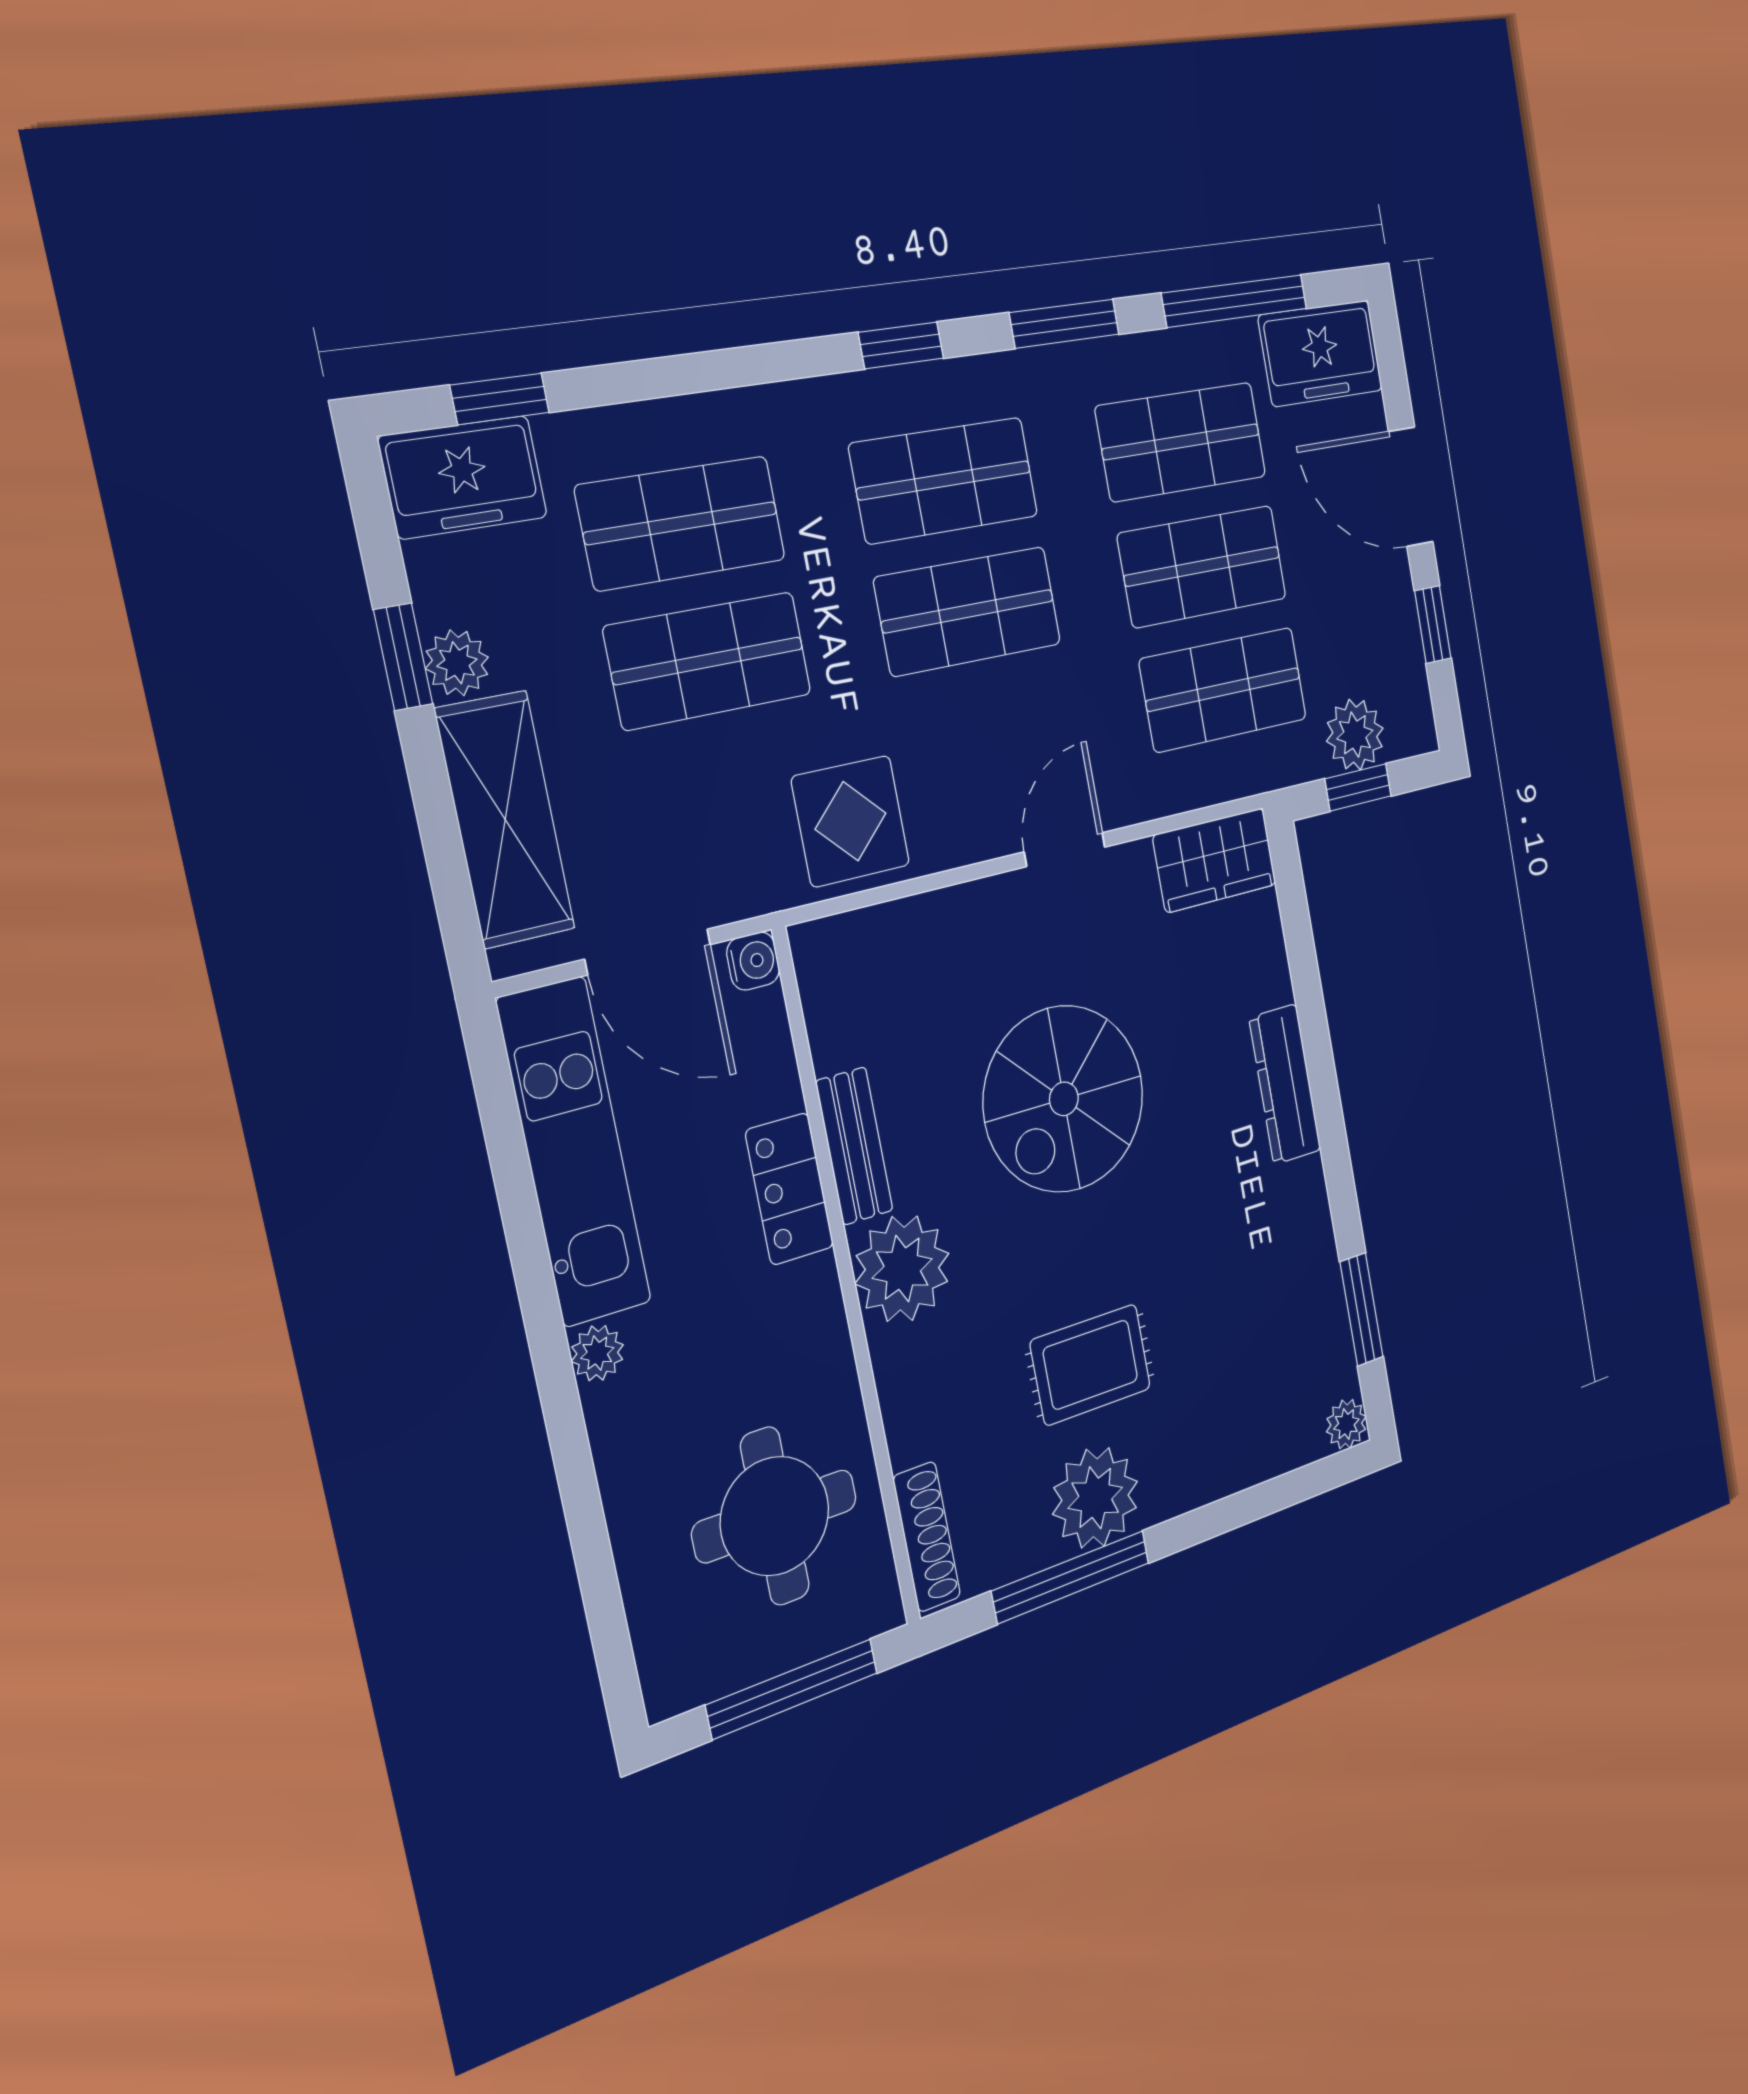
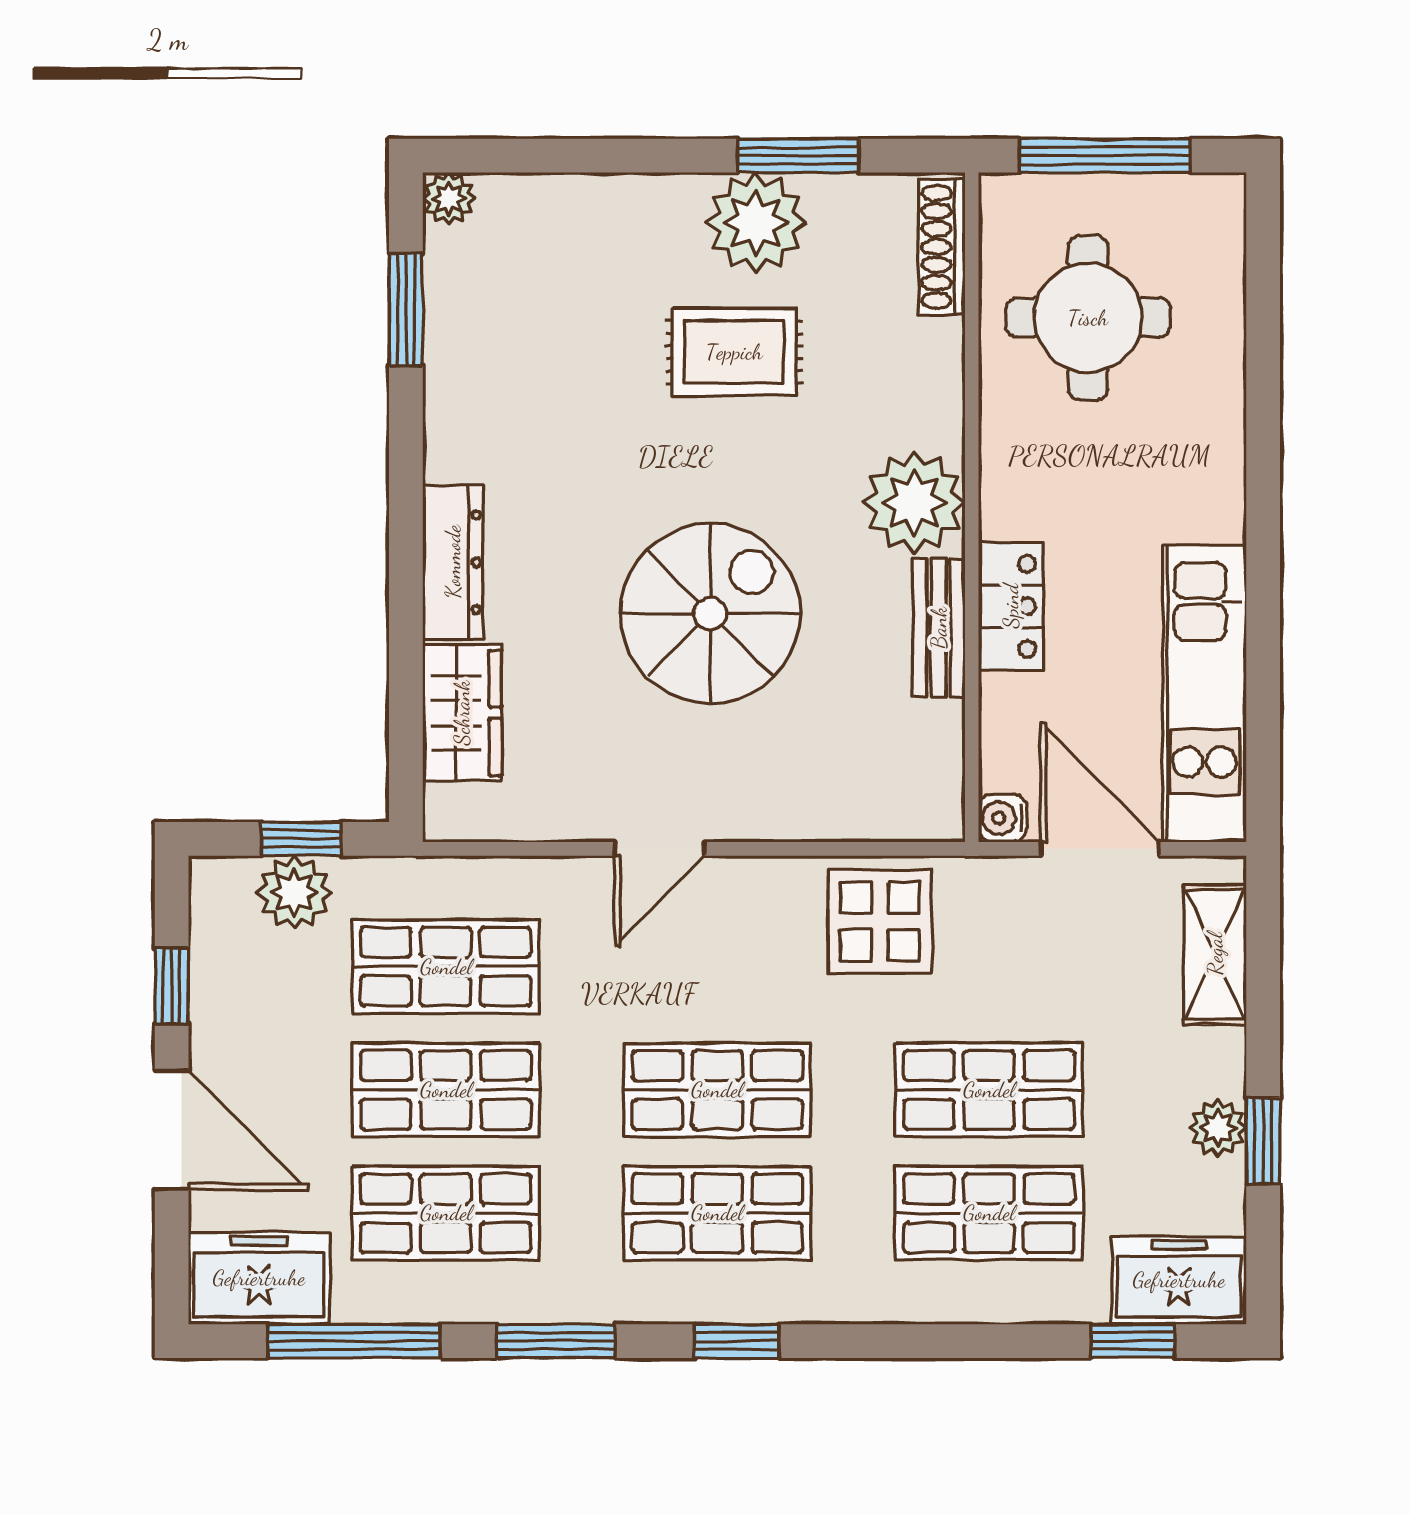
shelving: (505, 820) -> (1215, 954), width x0.67, depth x0.75
wardrobe: (1215, 860) -> (462, 713), moved, turned 90
plant: (597, 1353) -> (1221, 515), removed
window: (1071, 1577) -> (798, 156), width x0.69

